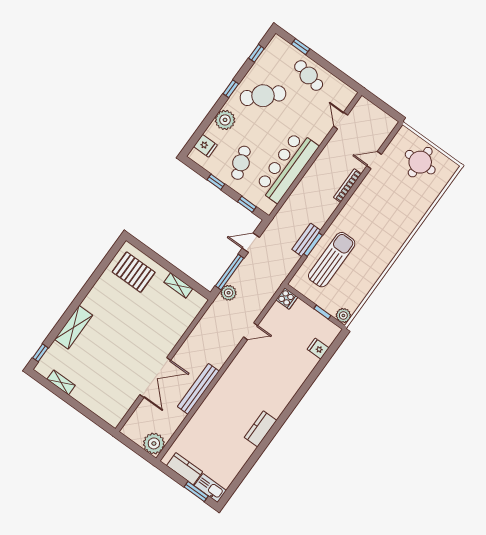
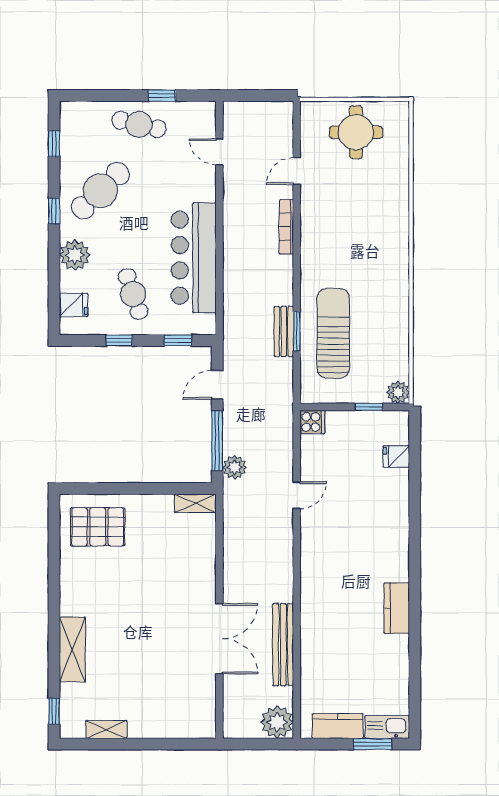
window: (301, 47) -> (162, 96), moved
shelving: (178, 285) -> (195, 503), moved
bench: (198, 389) -> (283, 645), moved

